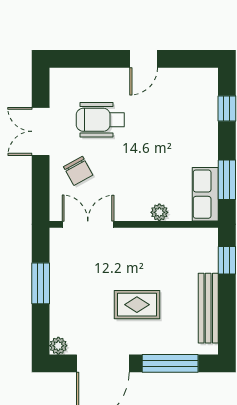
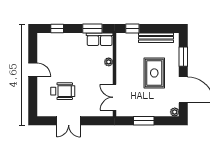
wheelchair: (100, 120) -> (63, 91), turned -90
chair: (78, 171) -> (88, 102), removed
rug: (137, 305) -> (154, 73), width x1.36, depth x1.43
window: (170, 363) -> (183, 57), width x0.69

